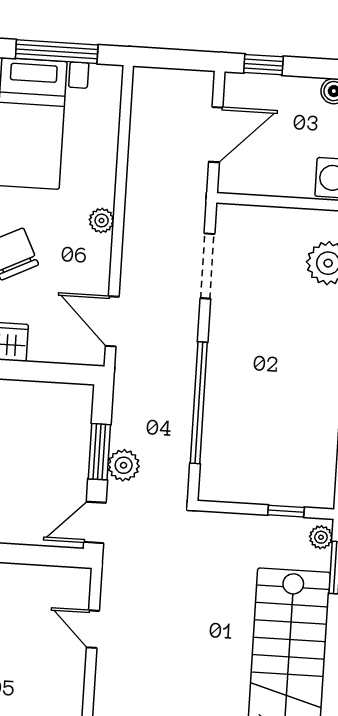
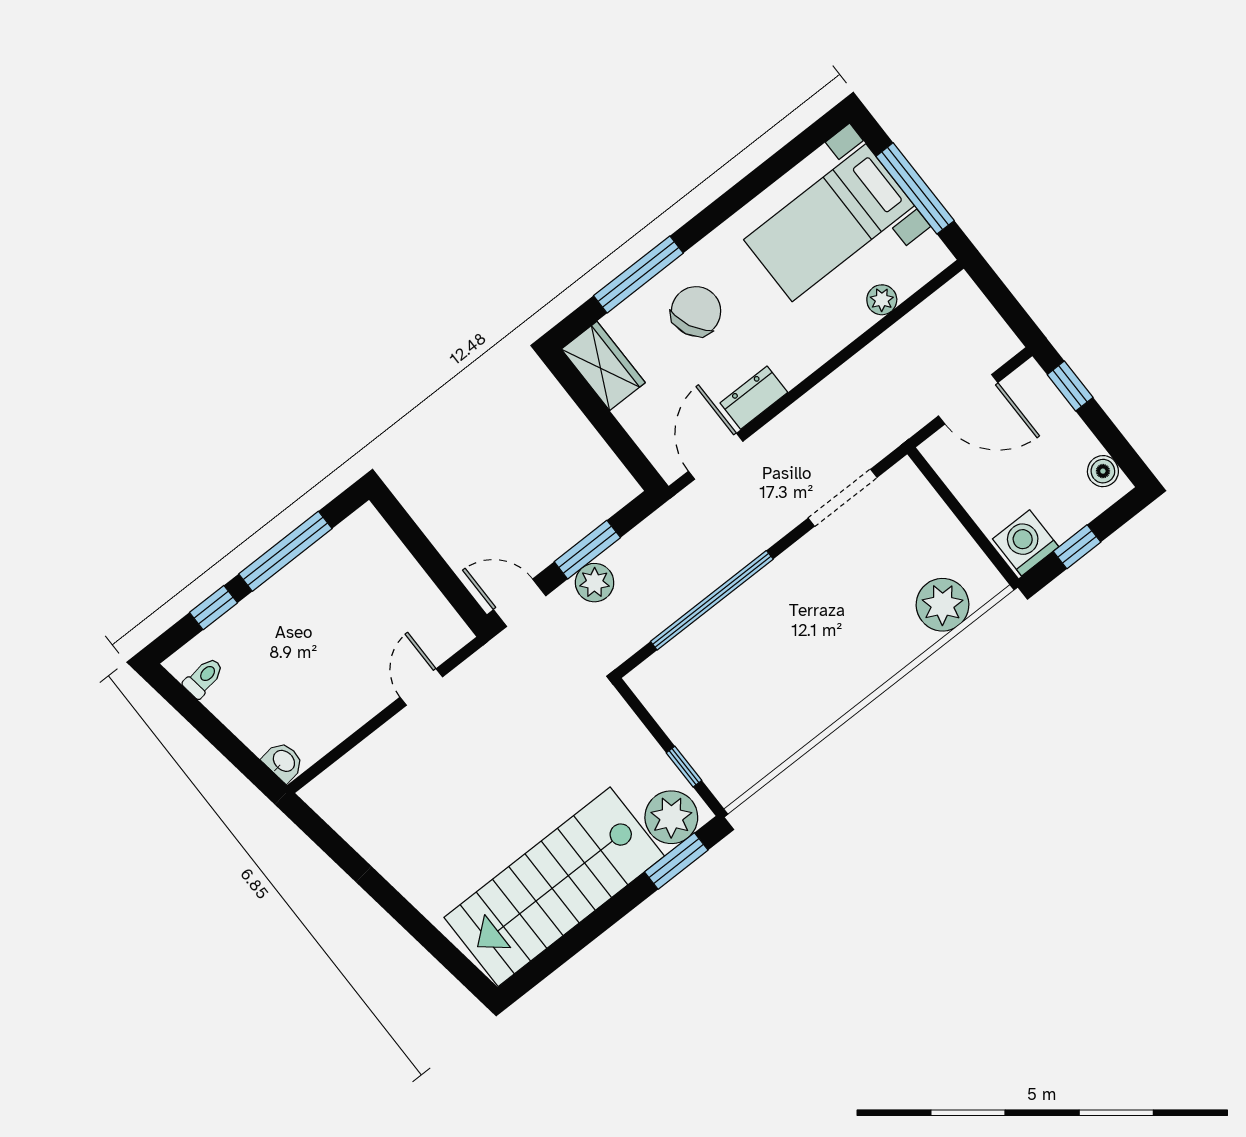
plant: (102, 220) -> (882, 300), moved
dresser: (97, 266) -> (754, 398), added
plant: (321, 537) -> (671, 817), width x1.88, depth x1.88

